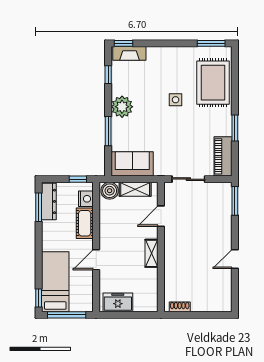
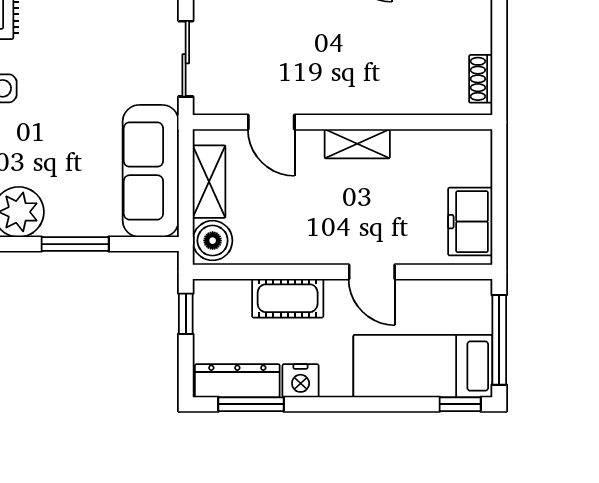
sofa: (132, 164) -> (151, 171), width x1.36
nightstand: (86, 199) -> (301, 381), moved, turned 180

